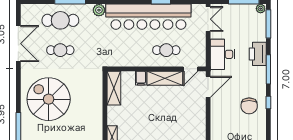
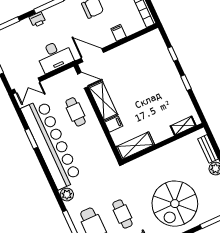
double door: (208, 19) -> (27, 85), swing flipped
printer: (258, 54) -> (37, 20), width x0.53, depth x0.68
filing cabinet: (217, 118) -> (119, 33), added

